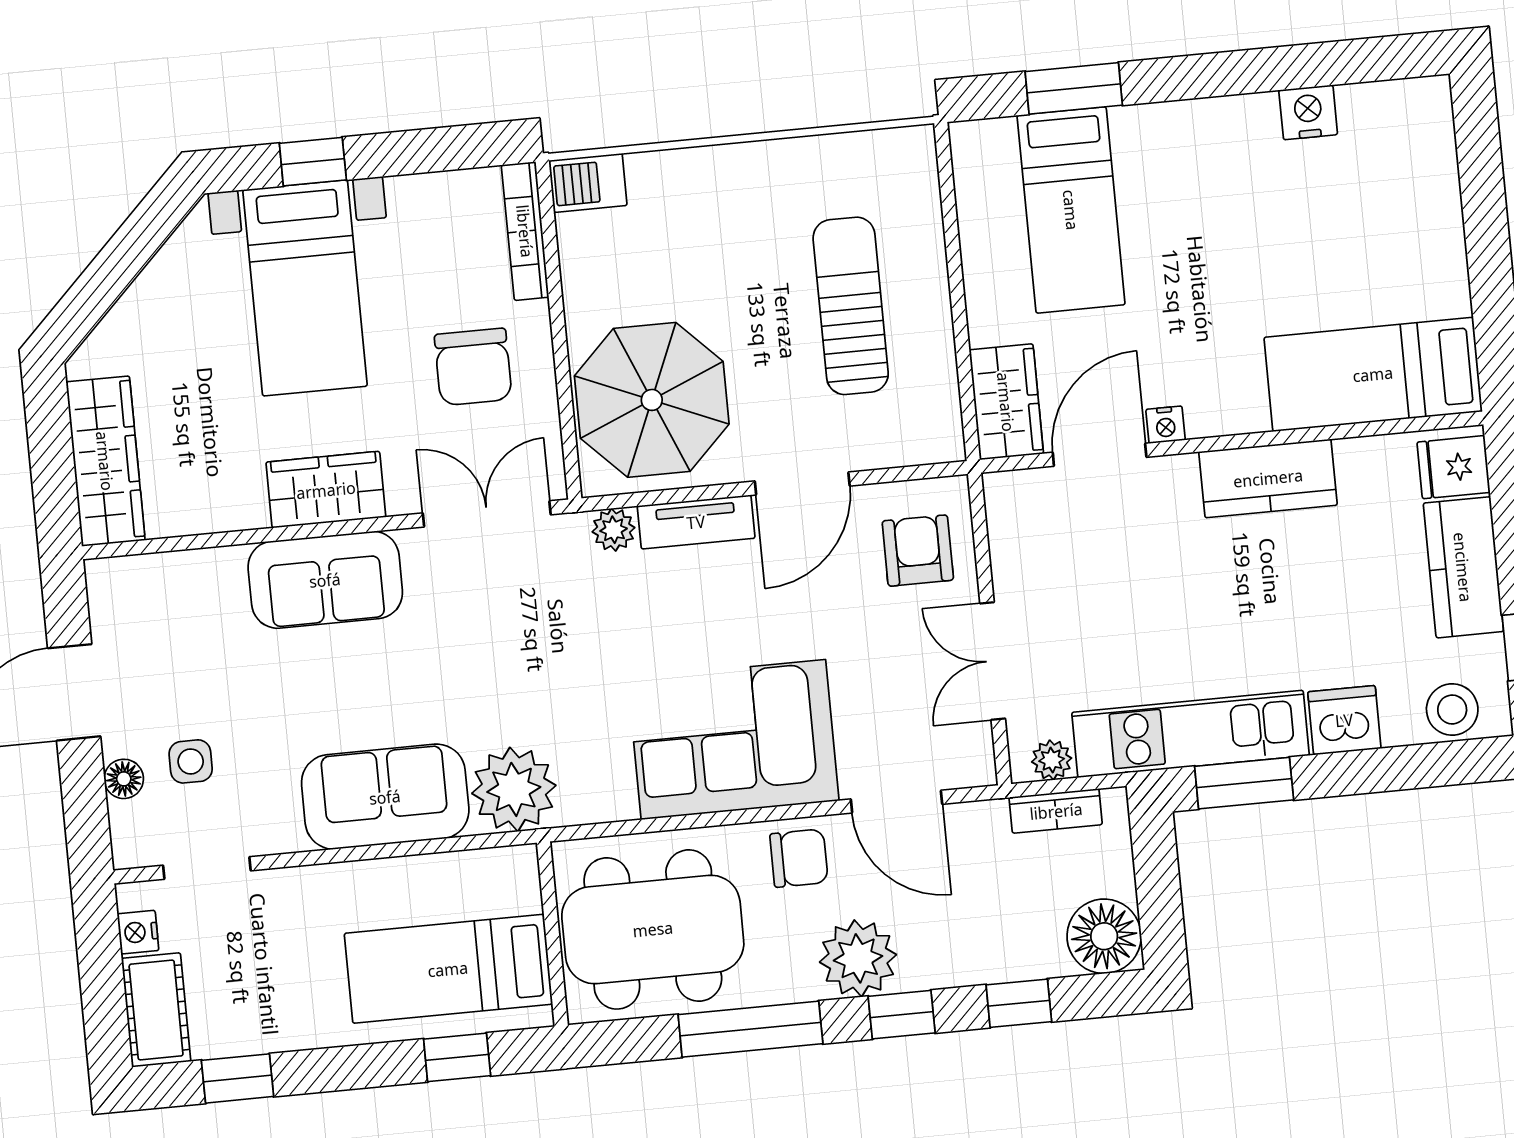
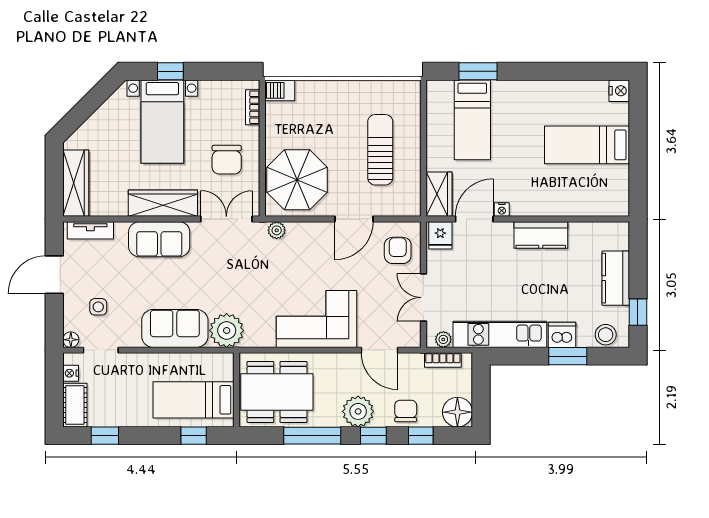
nightstand: (1308, 112) -> (619, 91), moved, turned 90
bookcase: (525, 231) -> (253, 107), width x0.64
bed: (1373, 374) -> (587, 145), moved
fridge: (1454, 467) -> (440, 235), moved, turned -90
wardrobe: (326, 490) -> (163, 203), width x1.50
tv unit: (696, 522) -> (90, 230), moved
floor lamp: (124, 779) -> (71, 340), moved
window: (1244, 783) -> (568, 356), moved
chair: (799, 858) -> (406, 411), moved, turned -90

